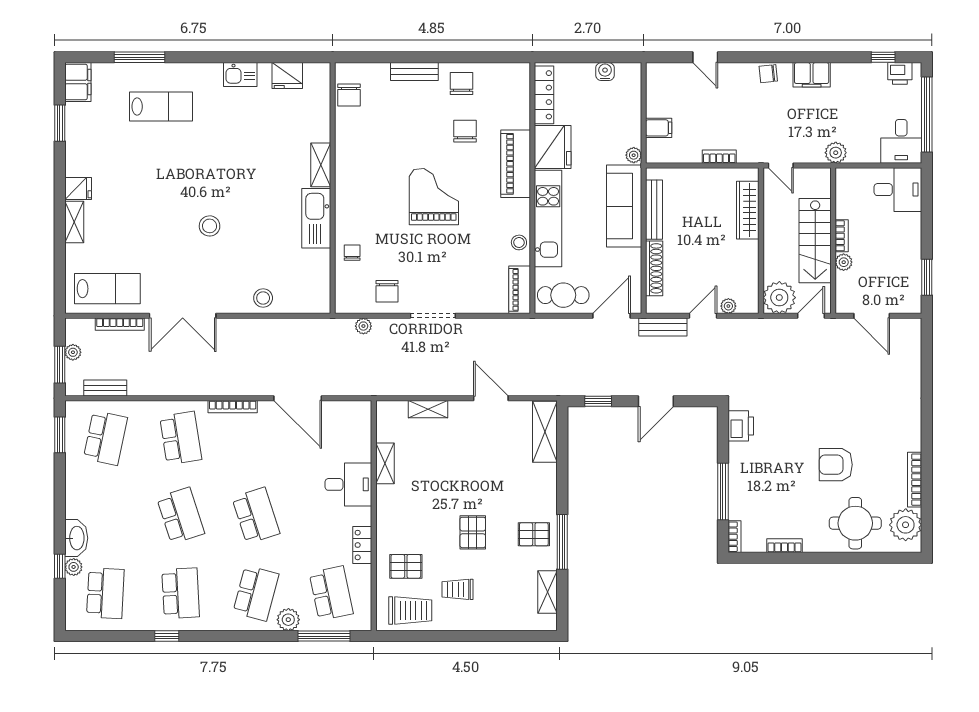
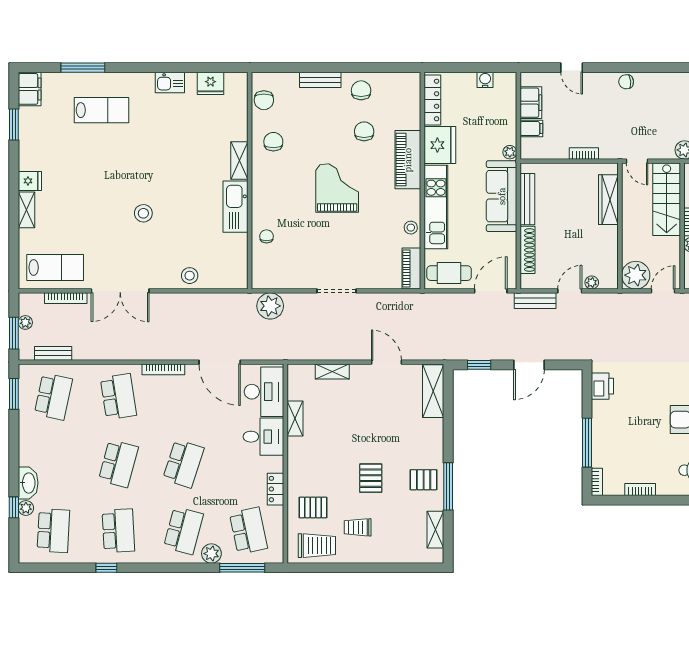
filing cabinet: (812, 75) -> (531, 103), moved, turned -90
stairs: (815, 241) -> (667, 199), moved
chair: (387, 291) -> (273, 142), moved, turned 180
plant: (363, 326) -> (270, 306), width x1.88, depth x1.88
desk: (349, 432) -> (264, 392), added
school desk: (181, 516) -> (118, 464), turned 33
school desk: (256, 516) -> (183, 464), turned 36

